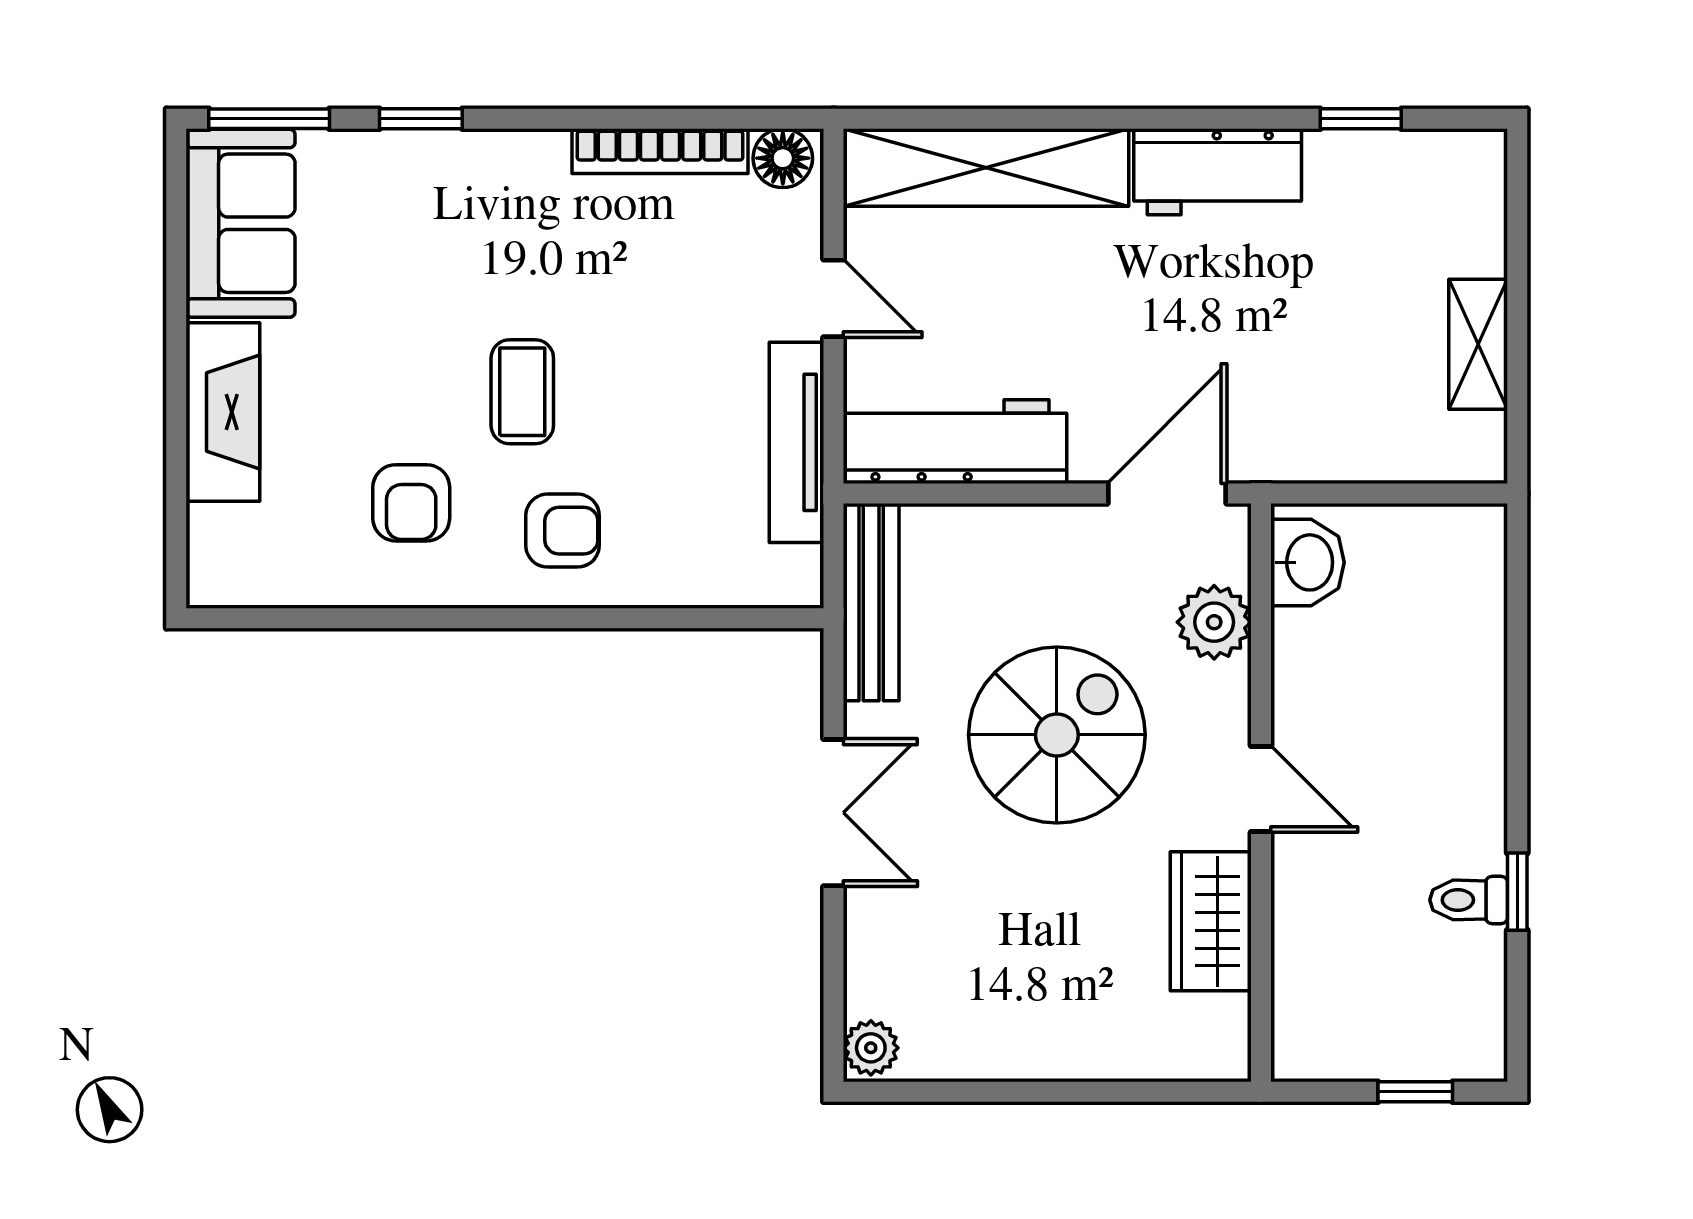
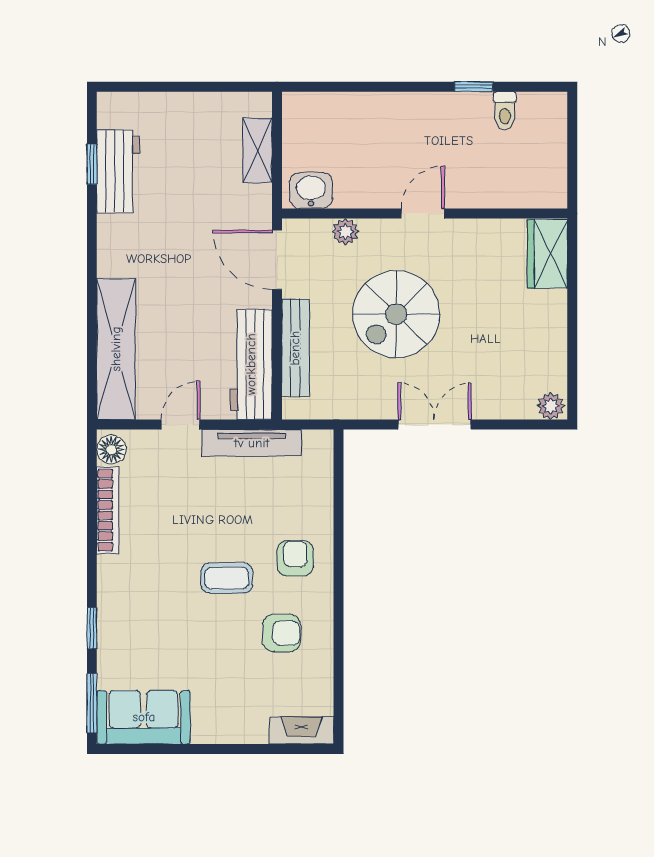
workbench: (1218, 172) -> (118, 171), moved
shelving: (1478, 344) -> (258, 150), moved, turned 90
fireplace: (223, 412) -> (302, 730), moved, width x0.73, depth x0.76
bench: (871, 602) -> (295, 348), moved, turned 90
plant: (1214, 622) -> (345, 232), width x0.73, depth x0.73
spiral stairs: (1057, 735) -> (396, 314), turned -90
toilet: (1469, 900) -> (505, 111), moved
wardrobe: (1211, 921) -> (548, 254), moved, turned 90
window: (1415, 1092) -> (572, 137), removed

